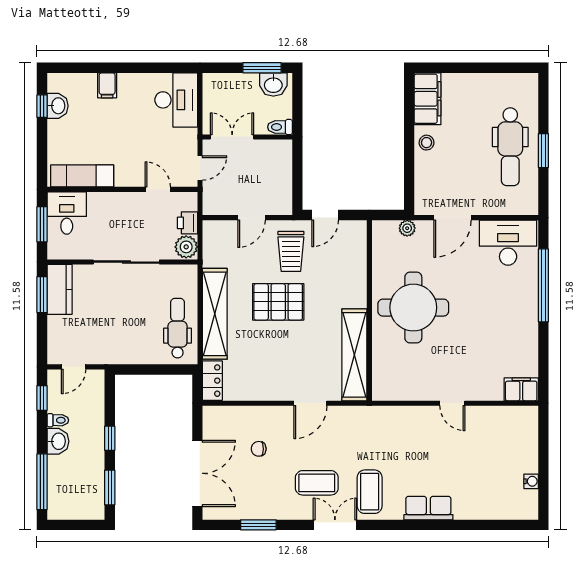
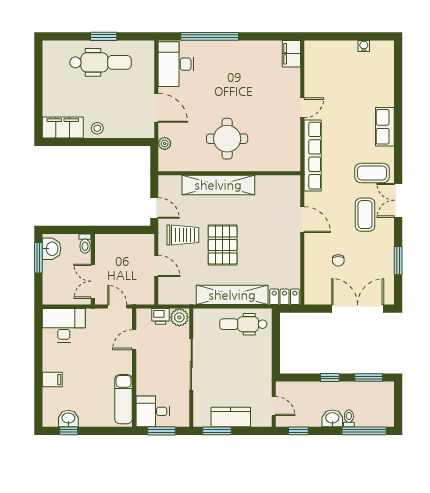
kitchen counter: (60, 289) -> (231, 417), moved
round table: (413, 308) -> (227, 139), width x0.73, depth x0.73
shelving: (354, 355) -> (218, 185), moved
row of seats: (392, 416) -> (313, 156), added
toilet: (58, 420) -> (349, 418), moved

